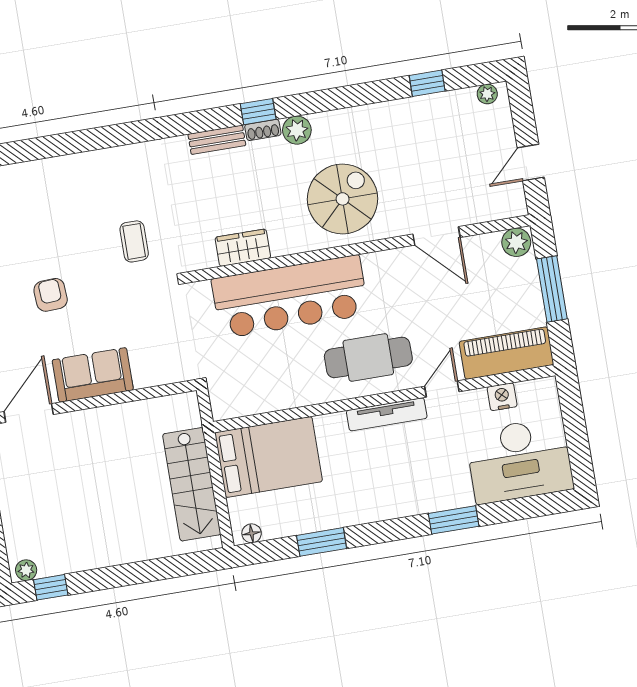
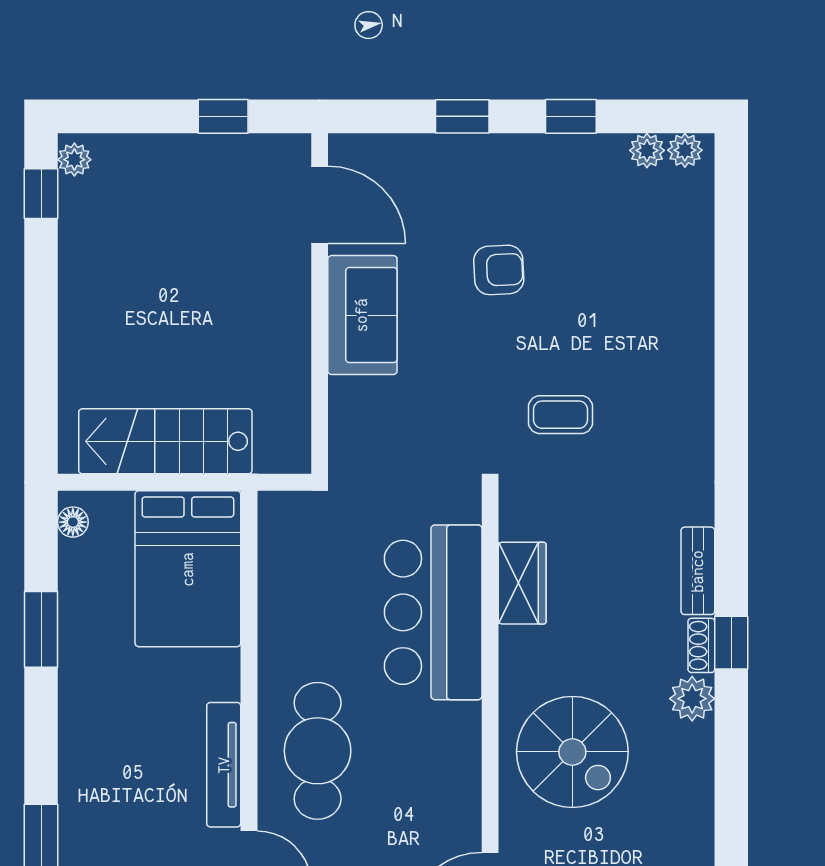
bar counter: (290, 297) -> (433, 612), width x0.73

